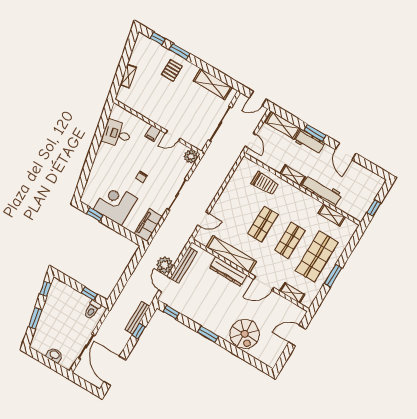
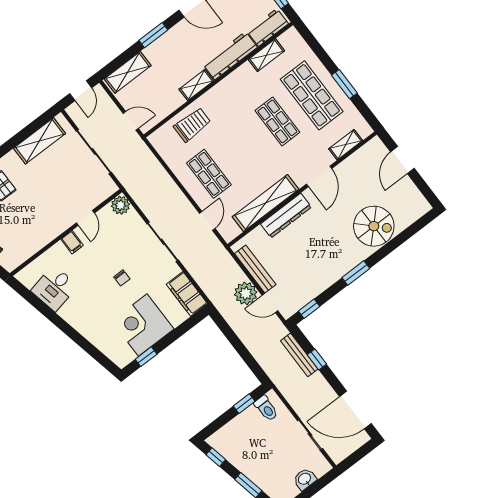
workbench: (309, 142) -> (268, 27), moved, turned 180
shop shelf: (263, 224) -> (209, 174), moved

